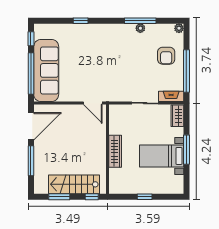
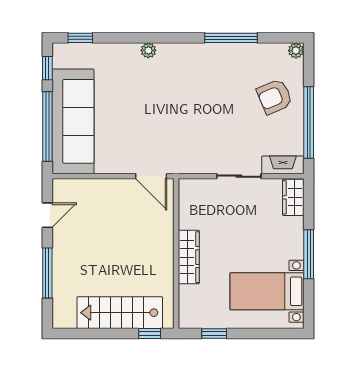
window: (81, 21) -> (80, 38), moved
plant: (140, 28) -> (148, 50), moved
armchair: (166, 56) -> (274, 97), turned 67
door: (31, 126) -> (47, 215), width x0.53
bed with nightstands: (162, 156) -> (267, 291), moved
window: (59, 197) -> (95, 334), removed
window: (145, 197) -> (214, 334), moved

